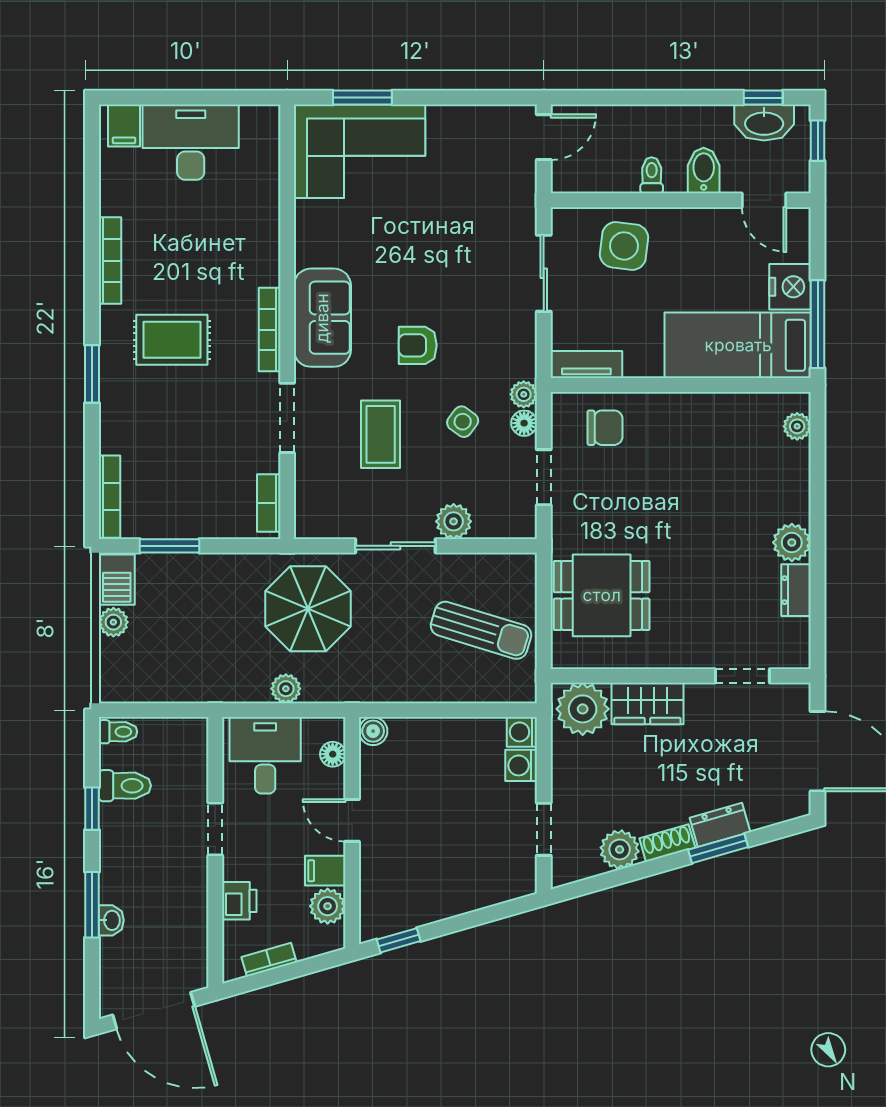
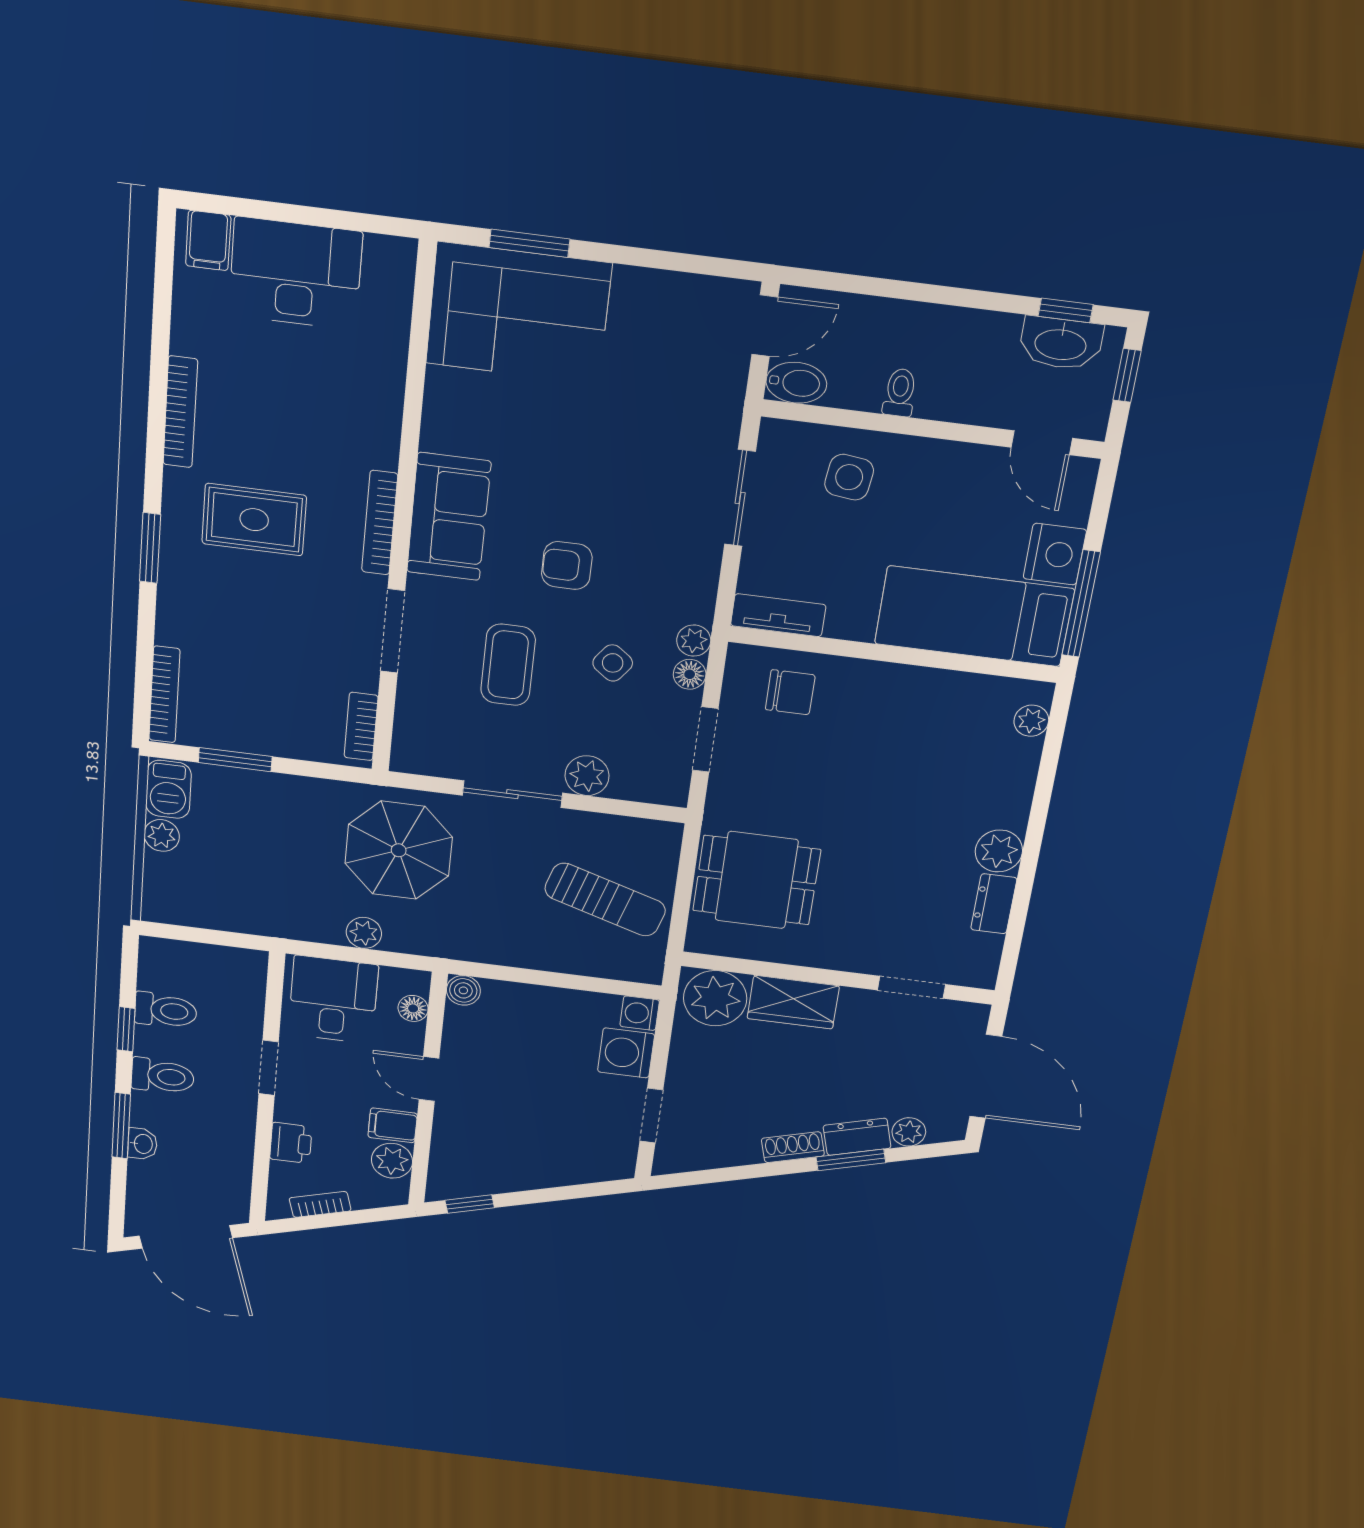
bidet: (704, 171) -> (796, 383), moved, turned 90
side table: (624, 246) -> (849, 477), width x0.73, depth x0.73
toilet: (118, 732) -> (163, 1076), moved, width x1.37, depth x1.39
washing machine: (521, 765) -> (626, 1053), width x1.38, depth x1.38
plant: (620, 849) -> (909, 1132), moved, width x0.73, depth x0.73

